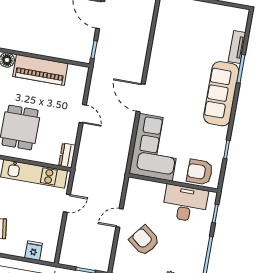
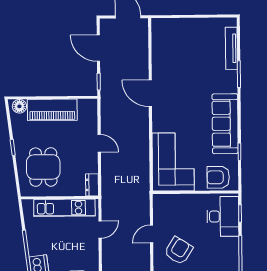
tv unit: (237, 47) -> (231, 48), width x1.41
sofa: (221, 94) -> (225, 124), moved
door: (141, 98) -> (150, 93), moved
desk: (185, 203) -> (223, 216), moved, turned 90
armchair: (144, 240) -> (179, 251), turned 84

